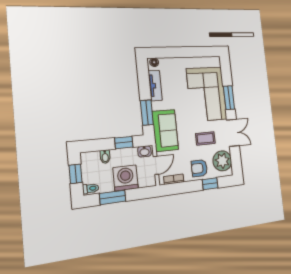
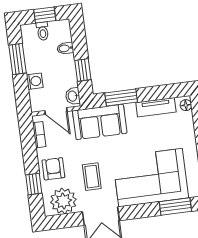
window: (229, 98) -> (175, 206), moved
washing machine: (126, 178) -> (35, 81), width x0.53, depth x0.53
toilet: (91, 188) -> (43, 31), moved

